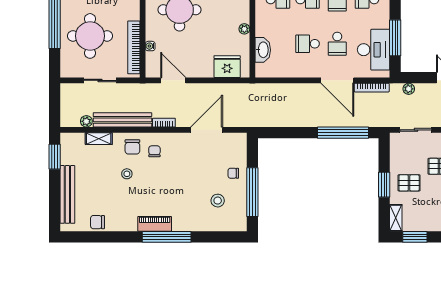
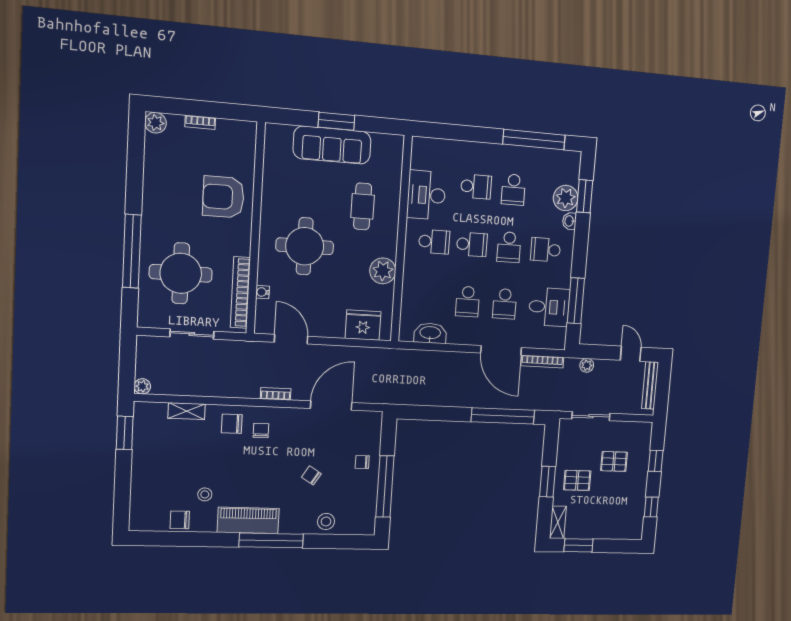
plant: (244, 29) -> (383, 271), width x1.87, depth x1.87
school desk: (308, 44) -> (468, 302), turned -90
washbasin: (263, 50) -> (430, 333), moved, turned -90
desk: (374, 50) -> (549, 307), width x0.73
bench: (122, 120) -> (220, 388), removed
plant: (86, 121) -> (142, 386), moved
chair: (132, 147) -> (232, 424), turned 90
stool: (127, 174) -> (205, 494), moved
chair: (195, 185) -> (311, 475), added
bench: (67, 194) -> (140, 483), removed
stool: (218, 201) -> (326, 521), moved
piano: (155, 224) -> (248, 520), width x1.37, depth x1.33

